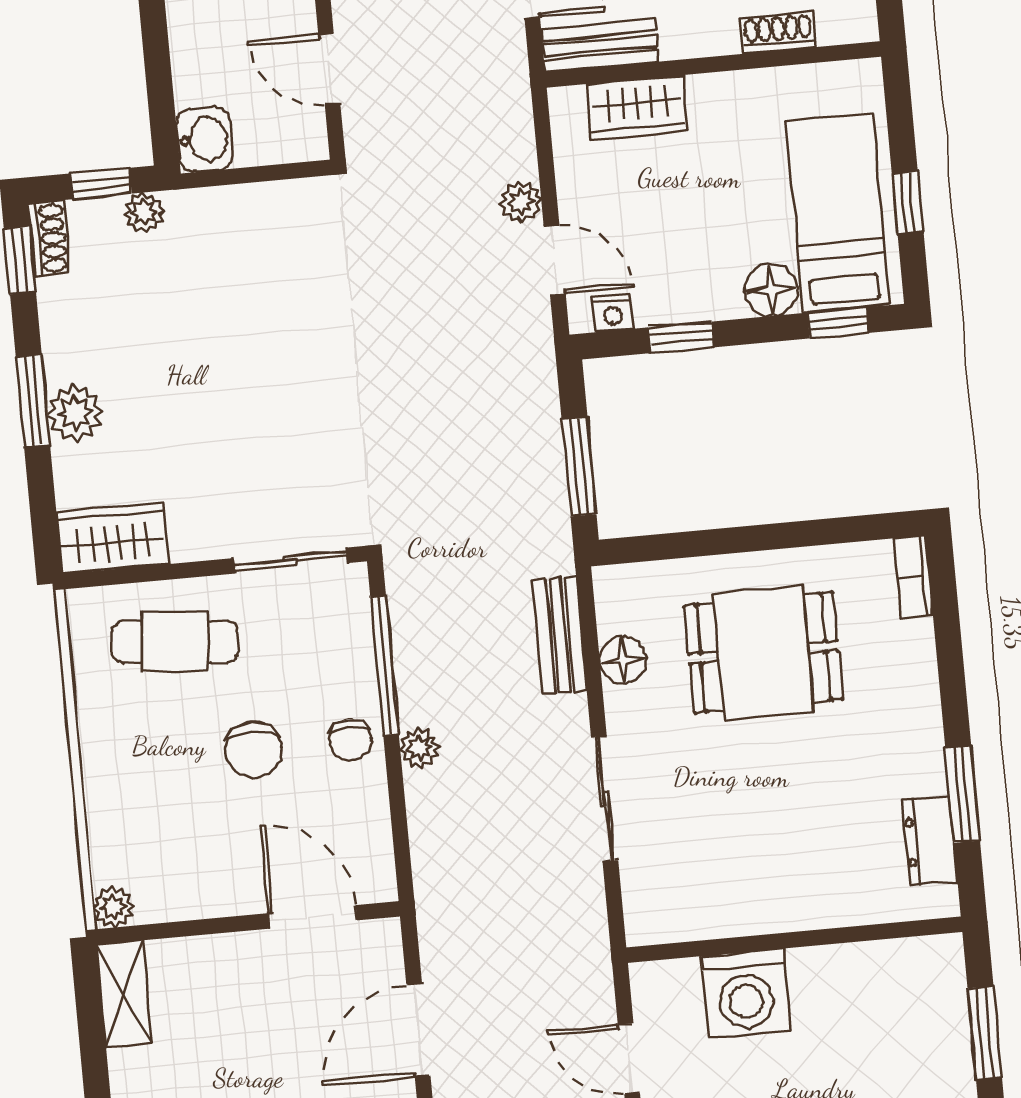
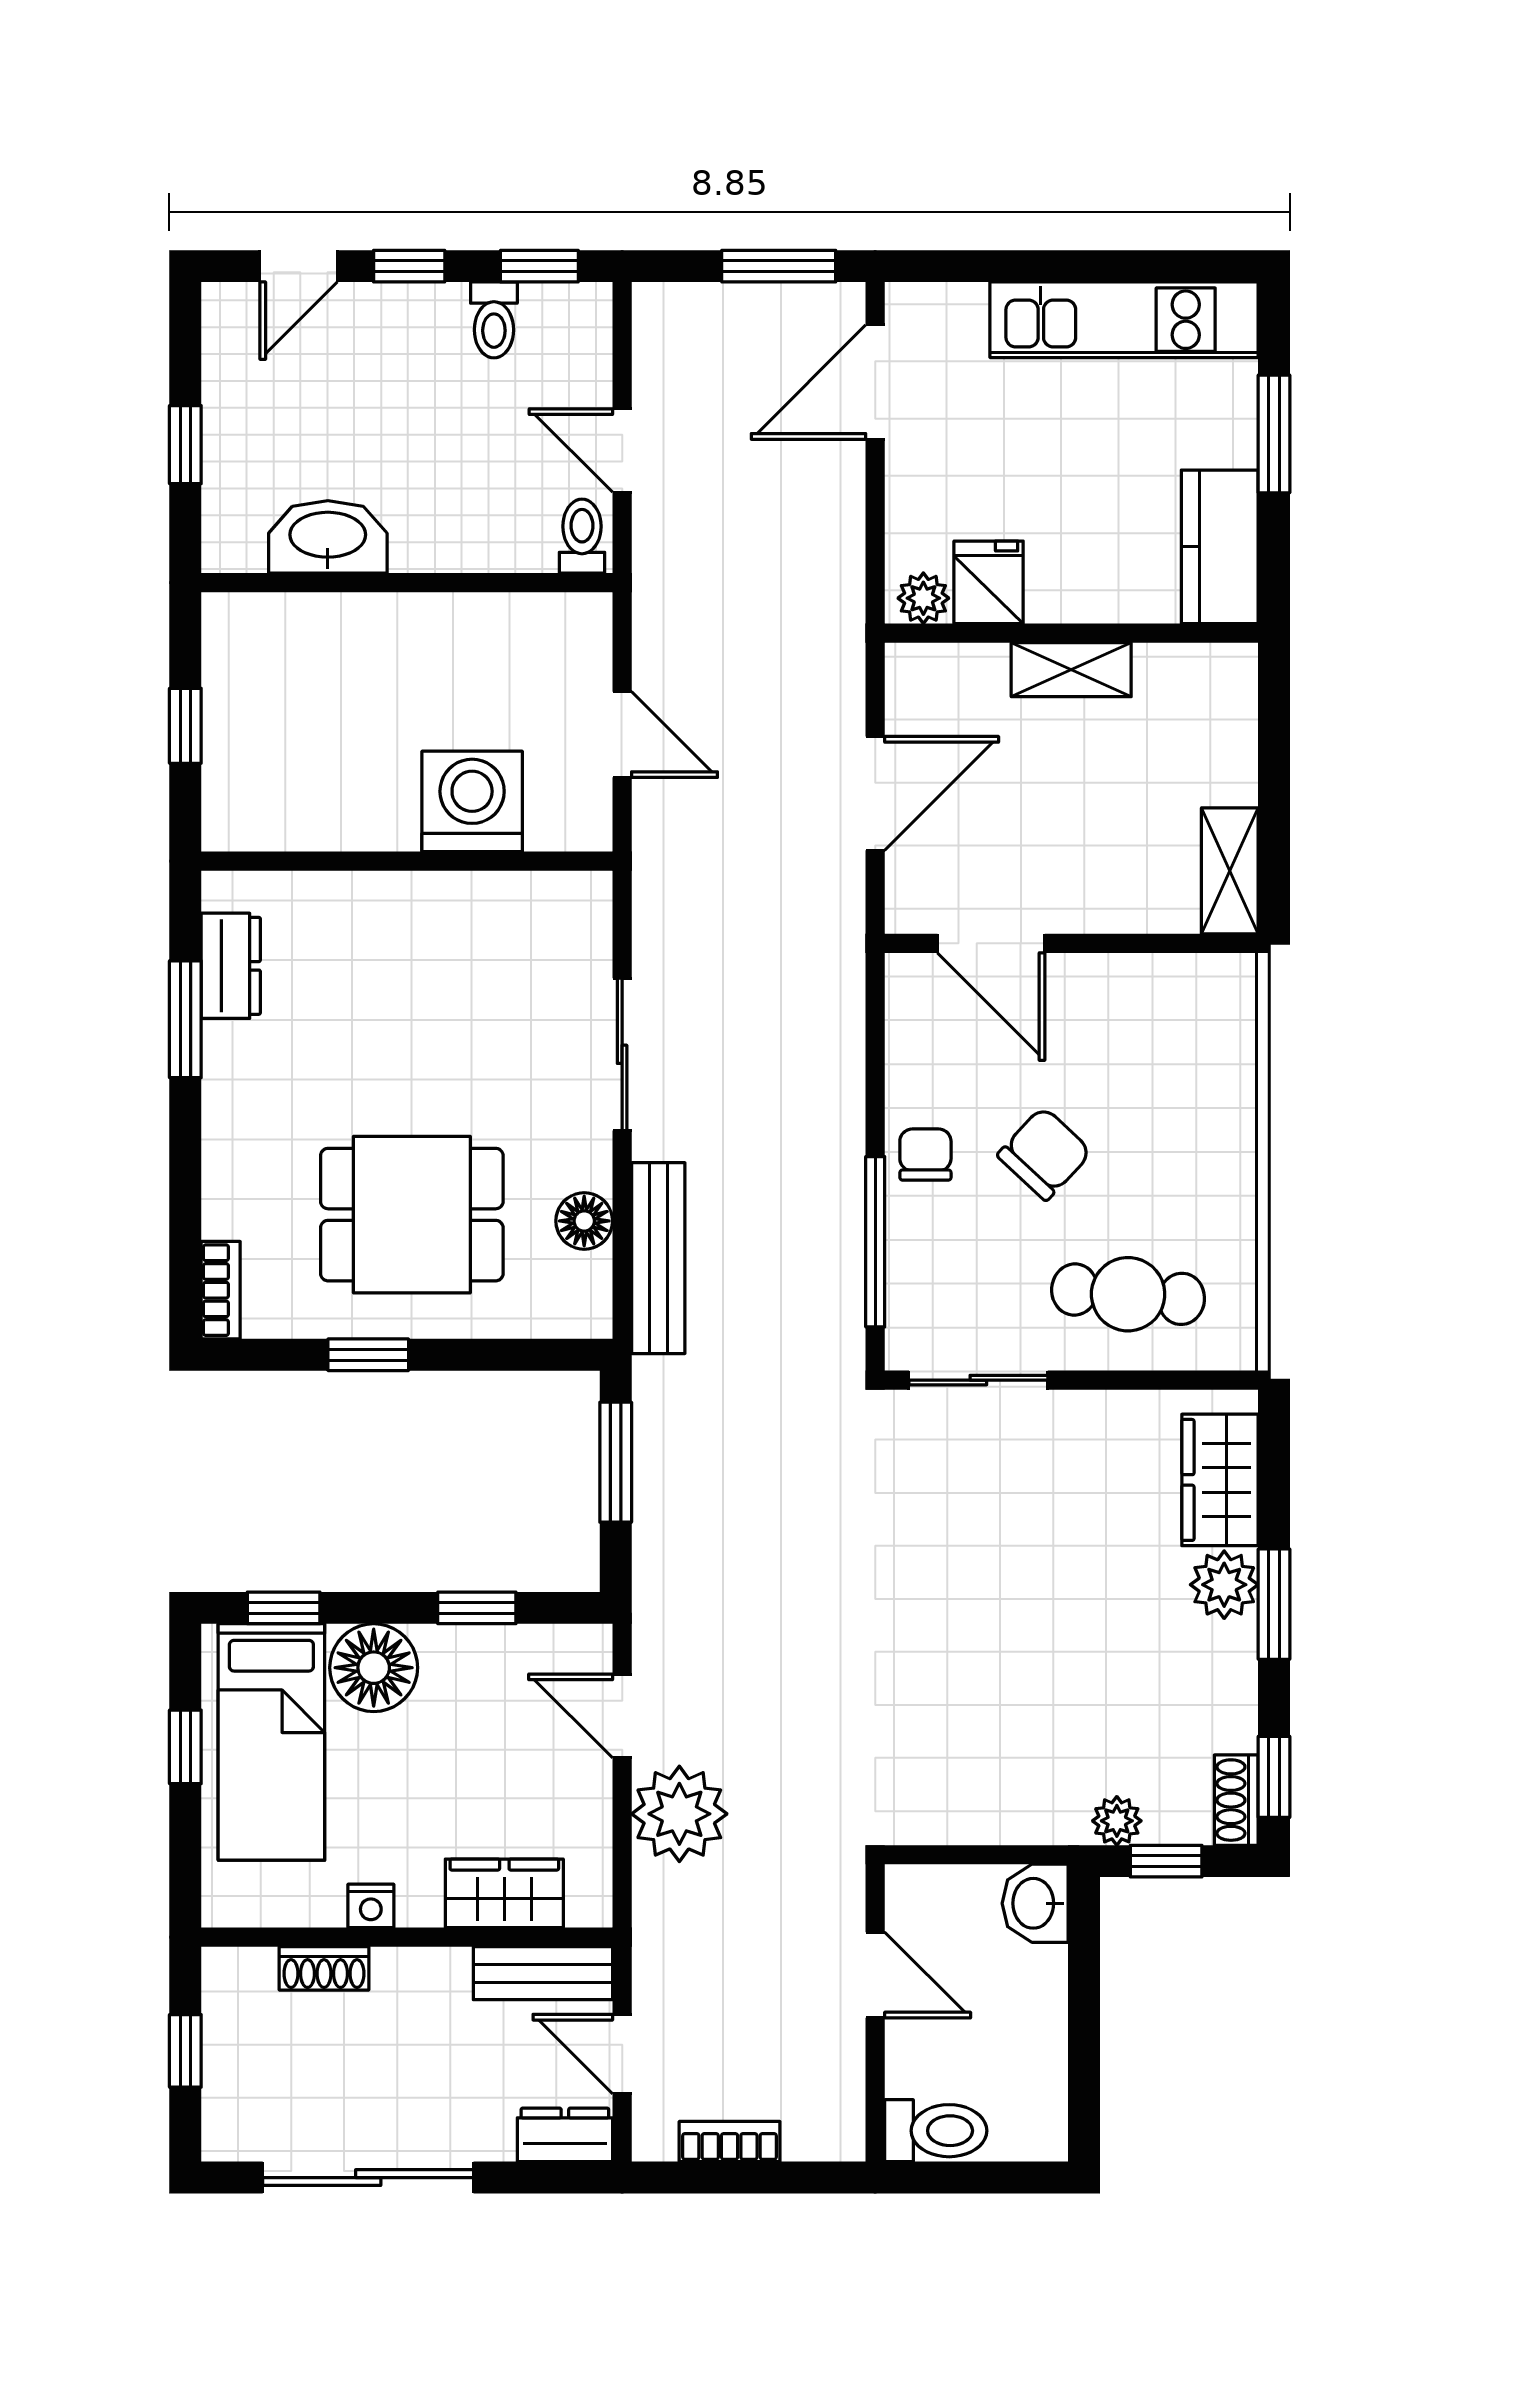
plant: (521, 202) -> (679, 1814), width x1.88, depth x1.88
floor lamp: (771, 290) -> (374, 1668), width x1.38, depth x1.38
nightstand: (613, 313) -> (371, 1906), moved, turned 180
window: (788, 535) -> (368, 1355), added
wardrobe: (113, 538) -> (1220, 1480), moved, turned 90
bench: (560, 636) -> (658, 1258), width x1.36
plant: (420, 748) -> (842, 1137), removed
chair: (254, 750) -> (1044, 1154), turned 43
plant: (113, 907) -> (1233, 978), removed
window: (985, 1033) -> (185, 726), width x0.67

